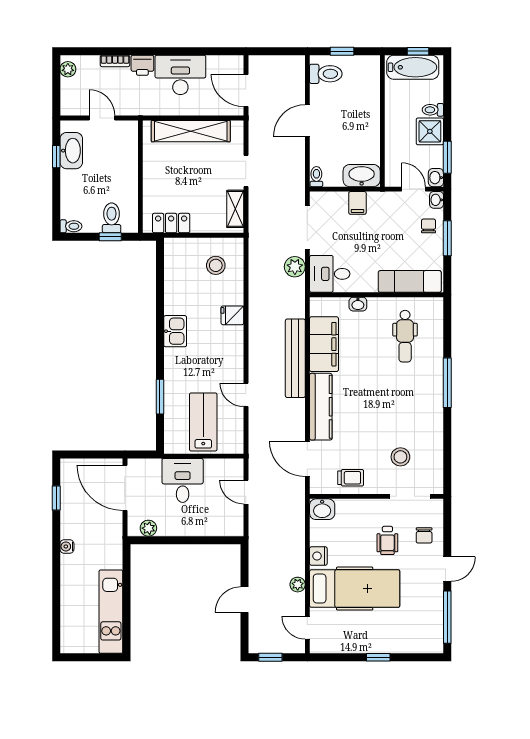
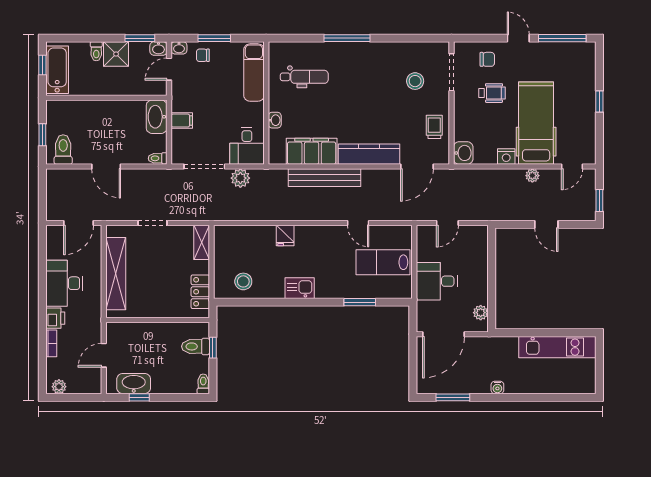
shelving: (235, 209) -> (202, 242), moved, turned 90
stool: (216, 265) -> (243, 281), moved
door: (246, 395) -> (358, 223), hinge flipped
window: (56, 498) -> (453, 397), width x1.50

